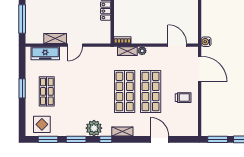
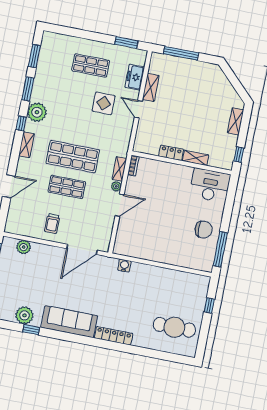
water cooler: (206, 42) -> (124, 266), moved
door: (177, 45) -> (120, 205), moved
freezer: (45, 53) -> (135, 77), width x0.71
window: (22, 88) -> (126, 43), moved
shop shelf: (151, 91) -> (67, 187), width x0.70, depth x0.74
plant: (207, 117) -> (24, 247), added
display table: (42, 124) -> (104, 103), moved

